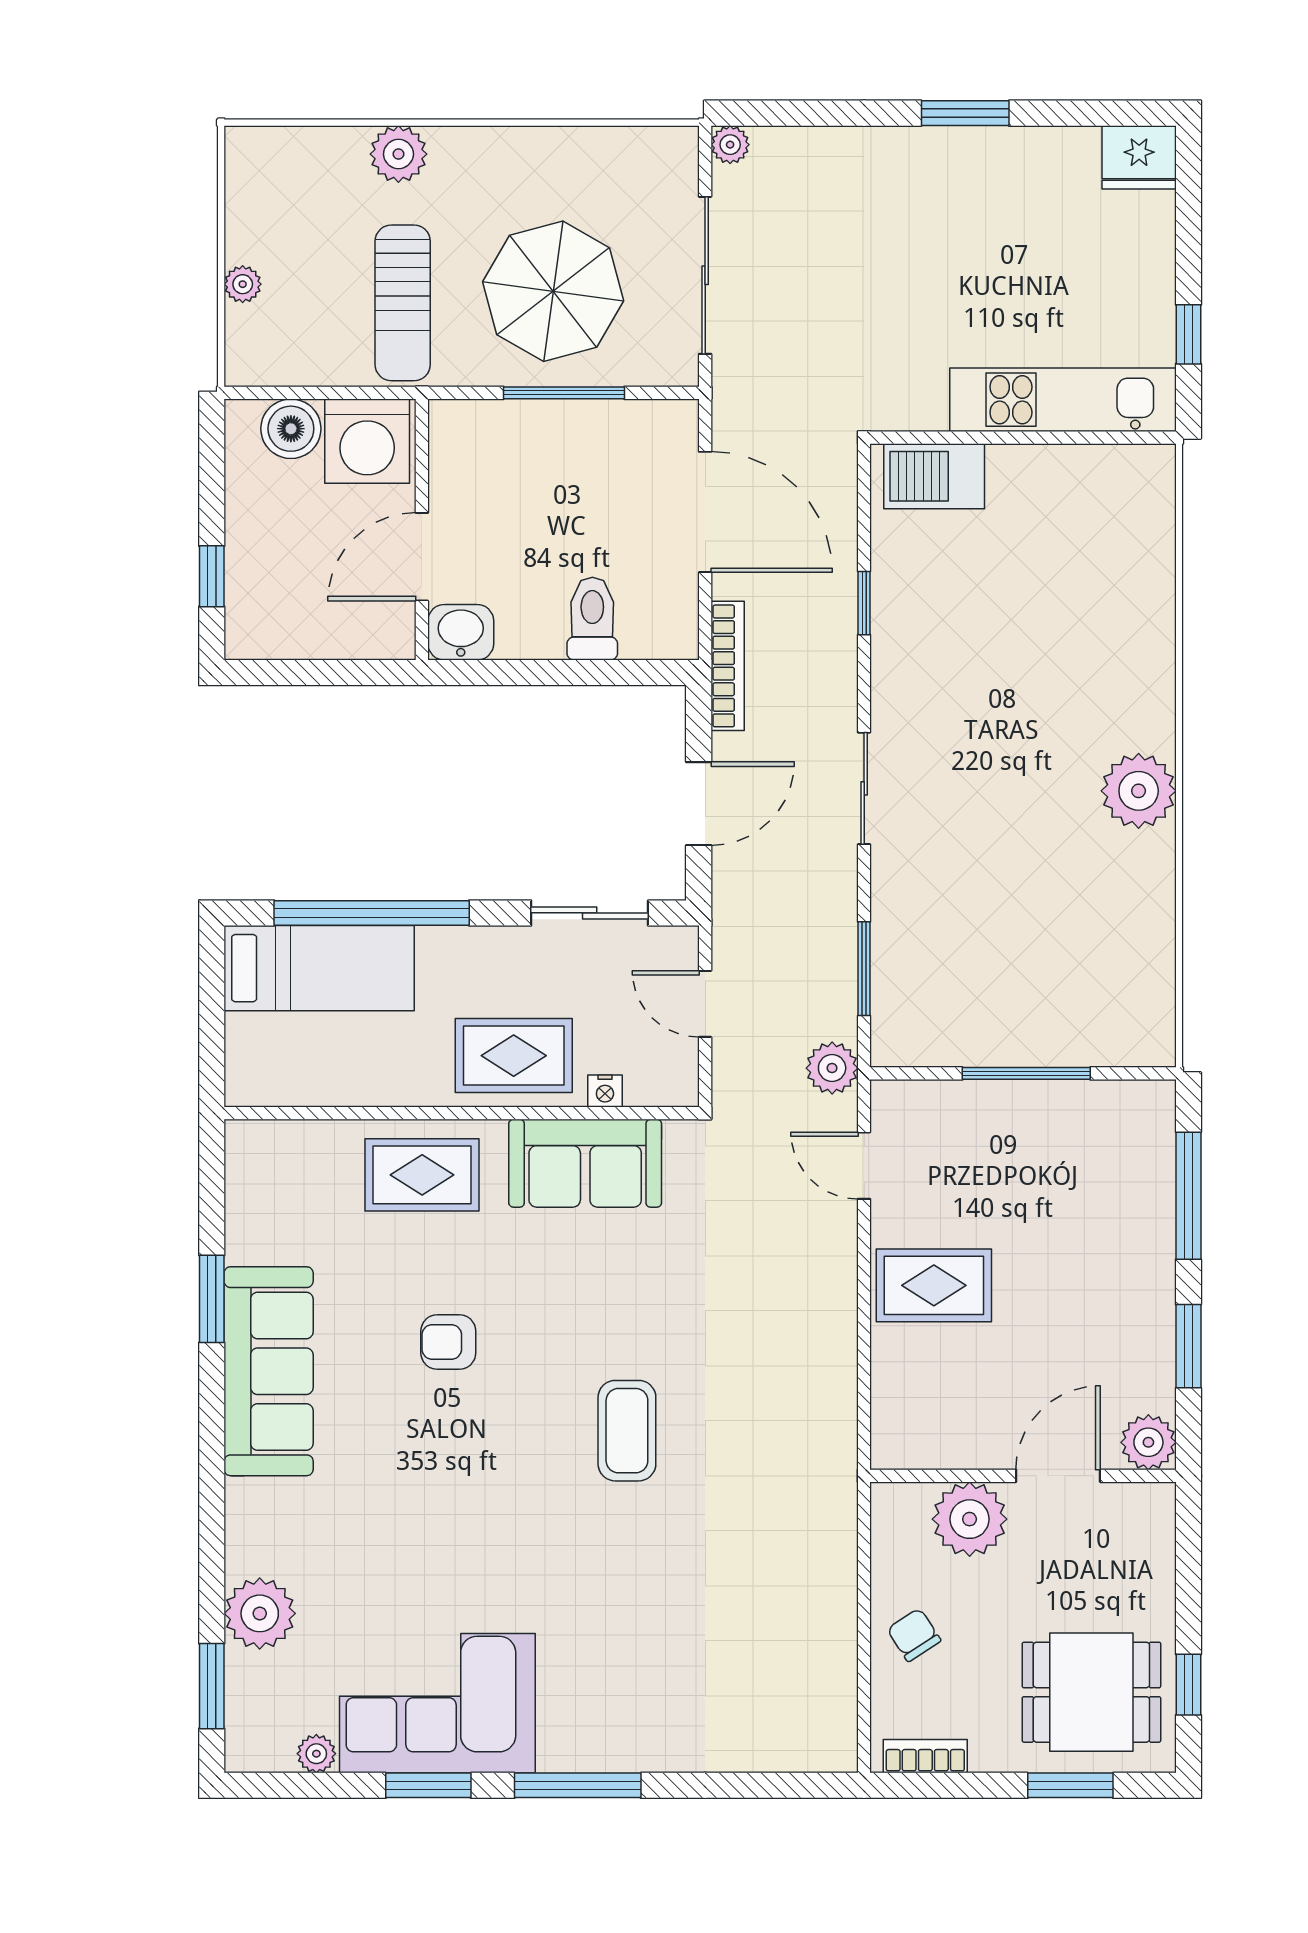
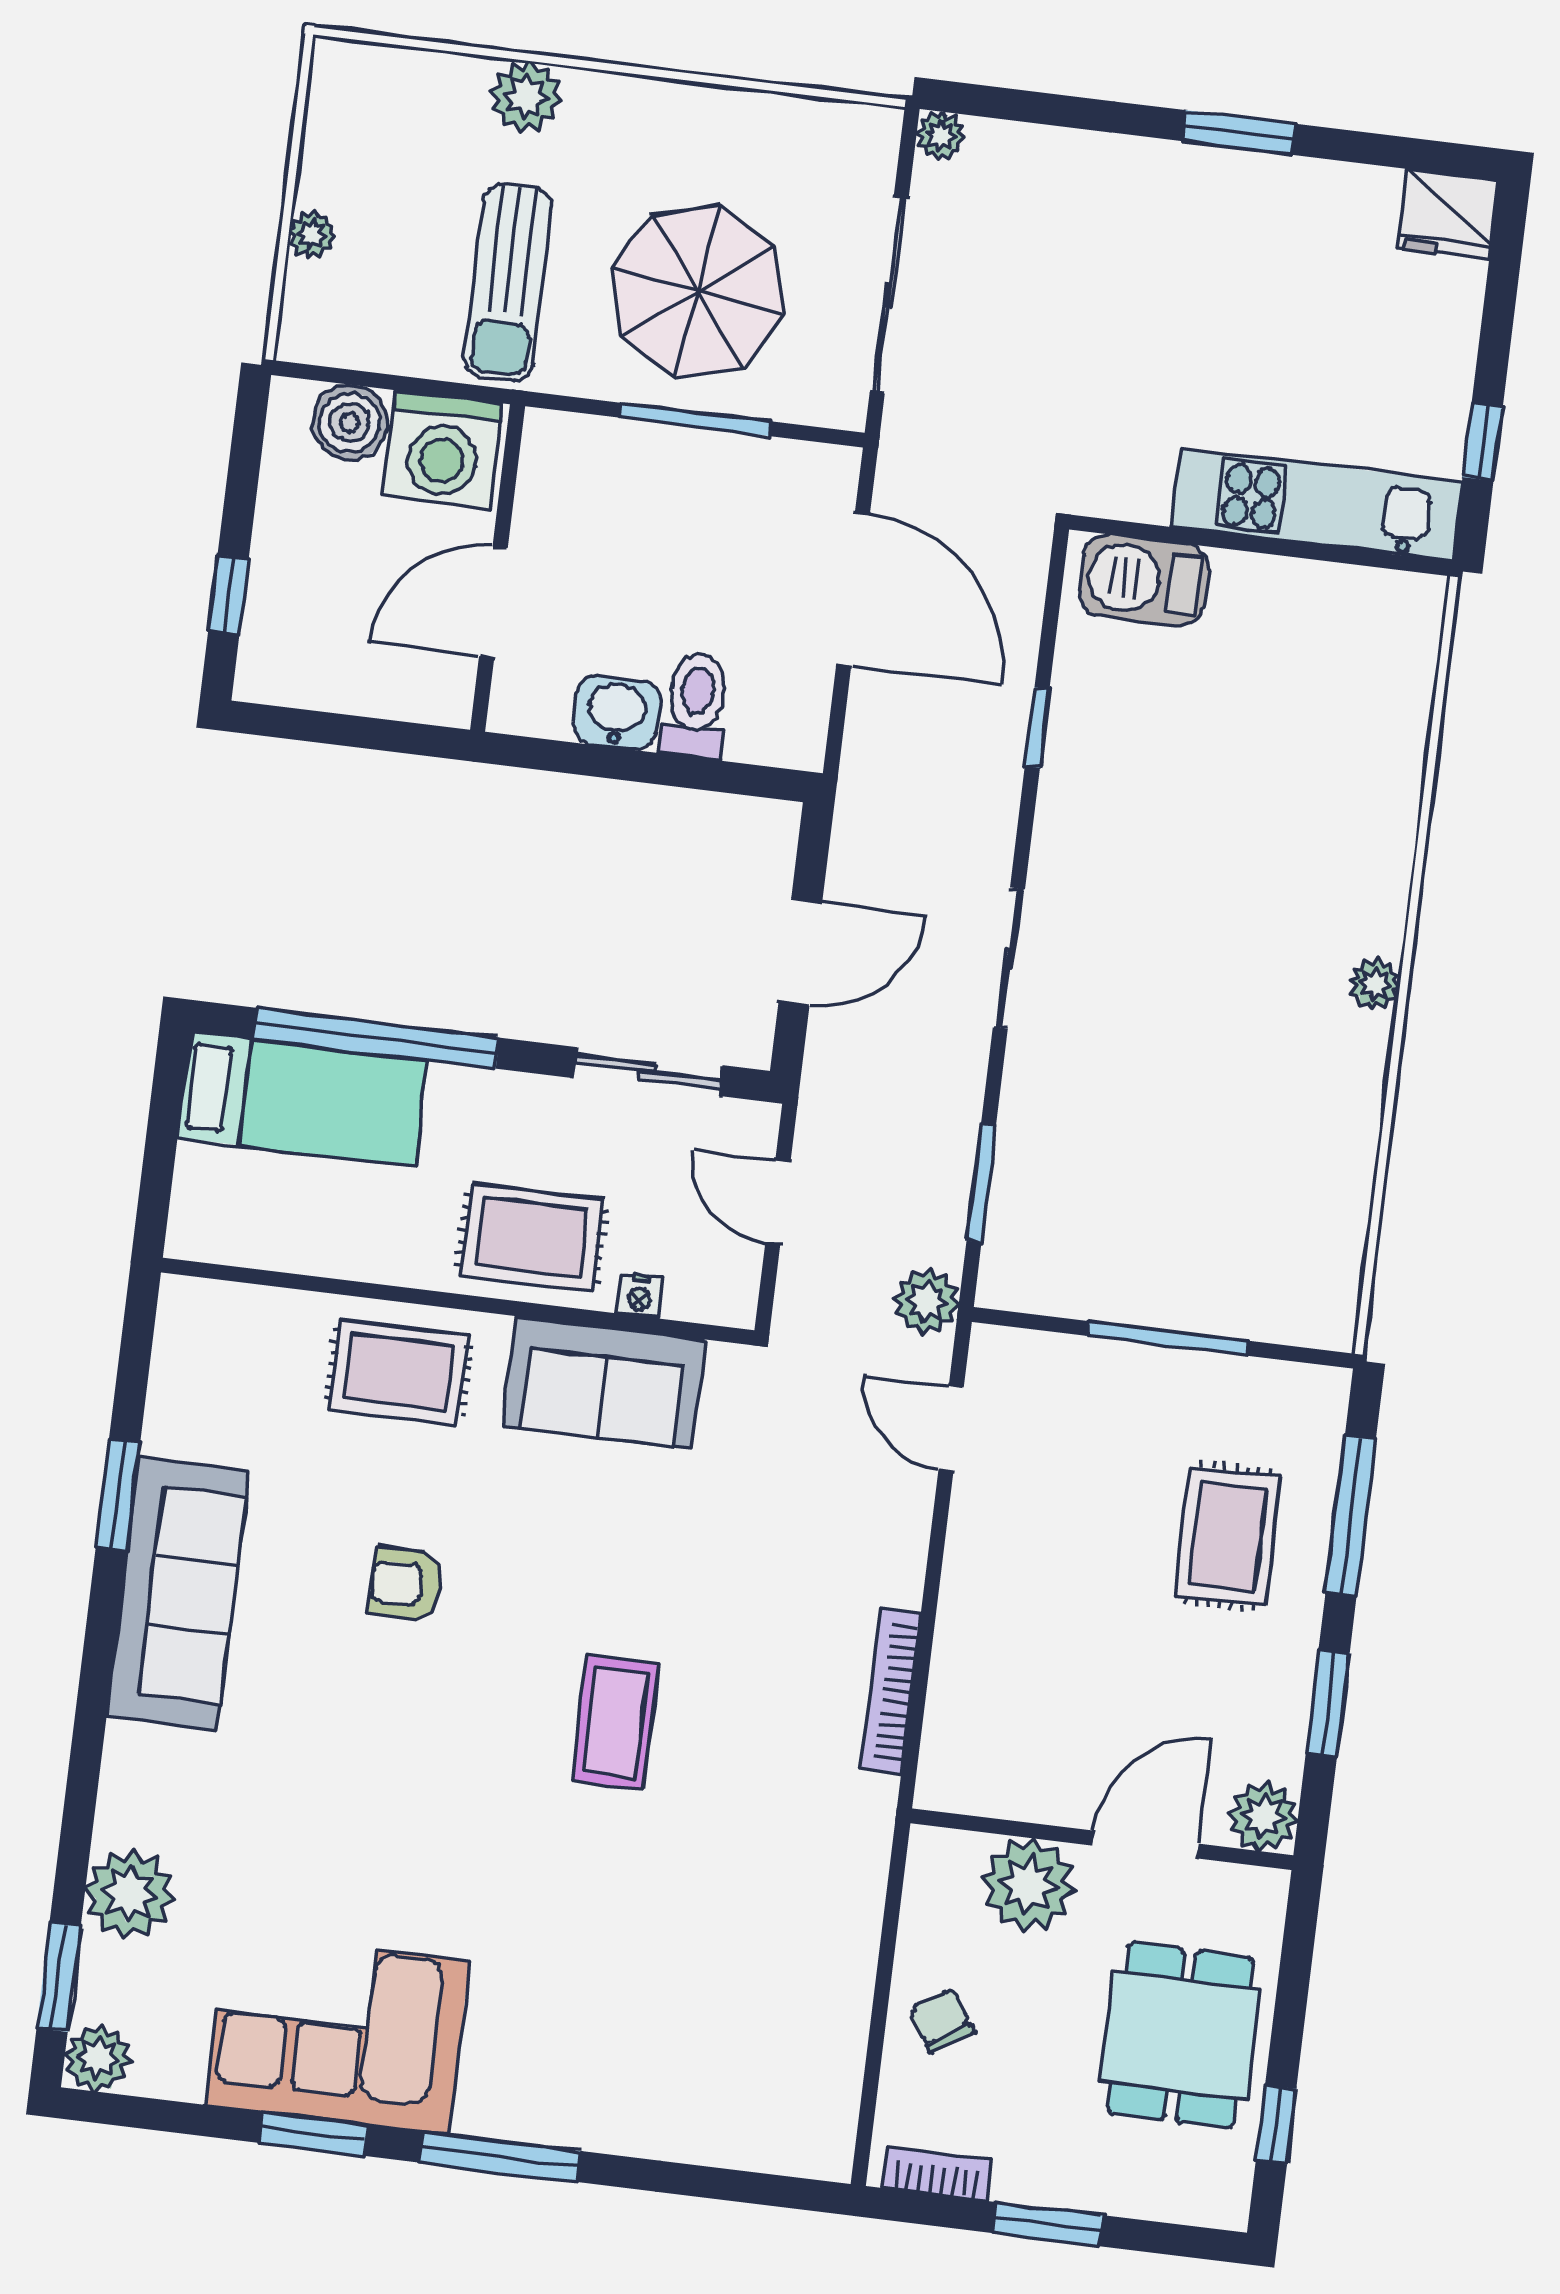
washbasin: (461, 632) -> (617, 713), moved
bookcase: (728, 666) -> (890, 1691), moved, turned 180
plant: (1139, 791) -> (1375, 984), width x0.53, depth x0.53
rug: (934, 1285) -> (1228, 1536), moved, turned 90
dining table: (1091, 1692) -> (1181, 2035), moved, turned 90
plant: (316, 1754) -> (98, 2058), moved, width x1.38, depth x1.38
window: (1070, 1785) -> (1048, 2224), moved

